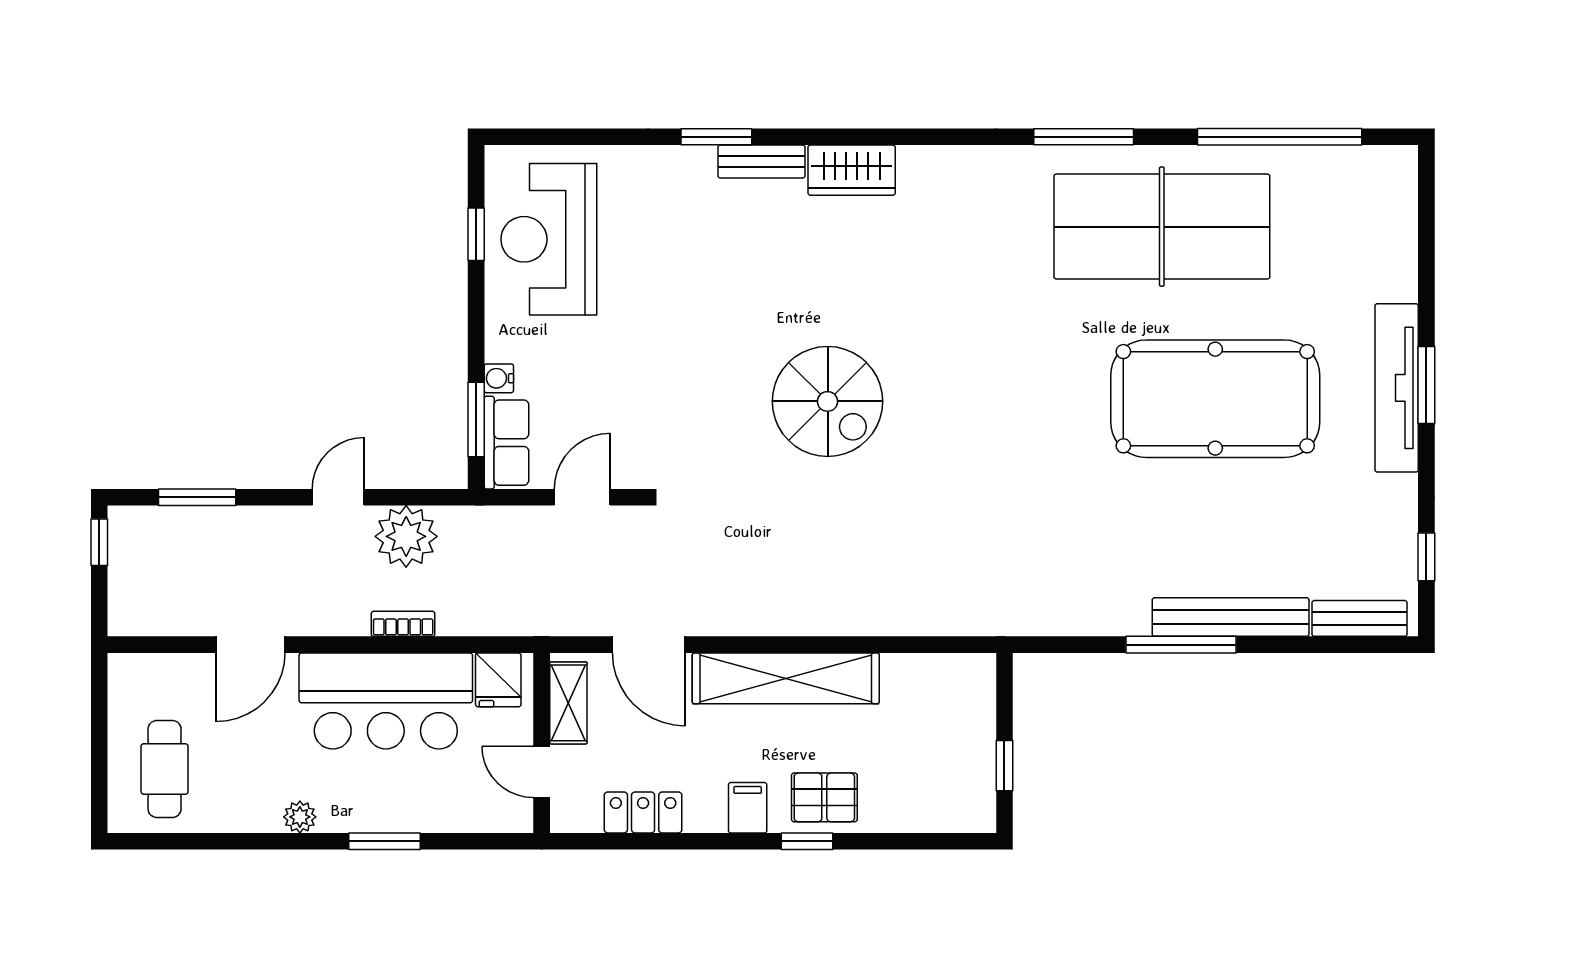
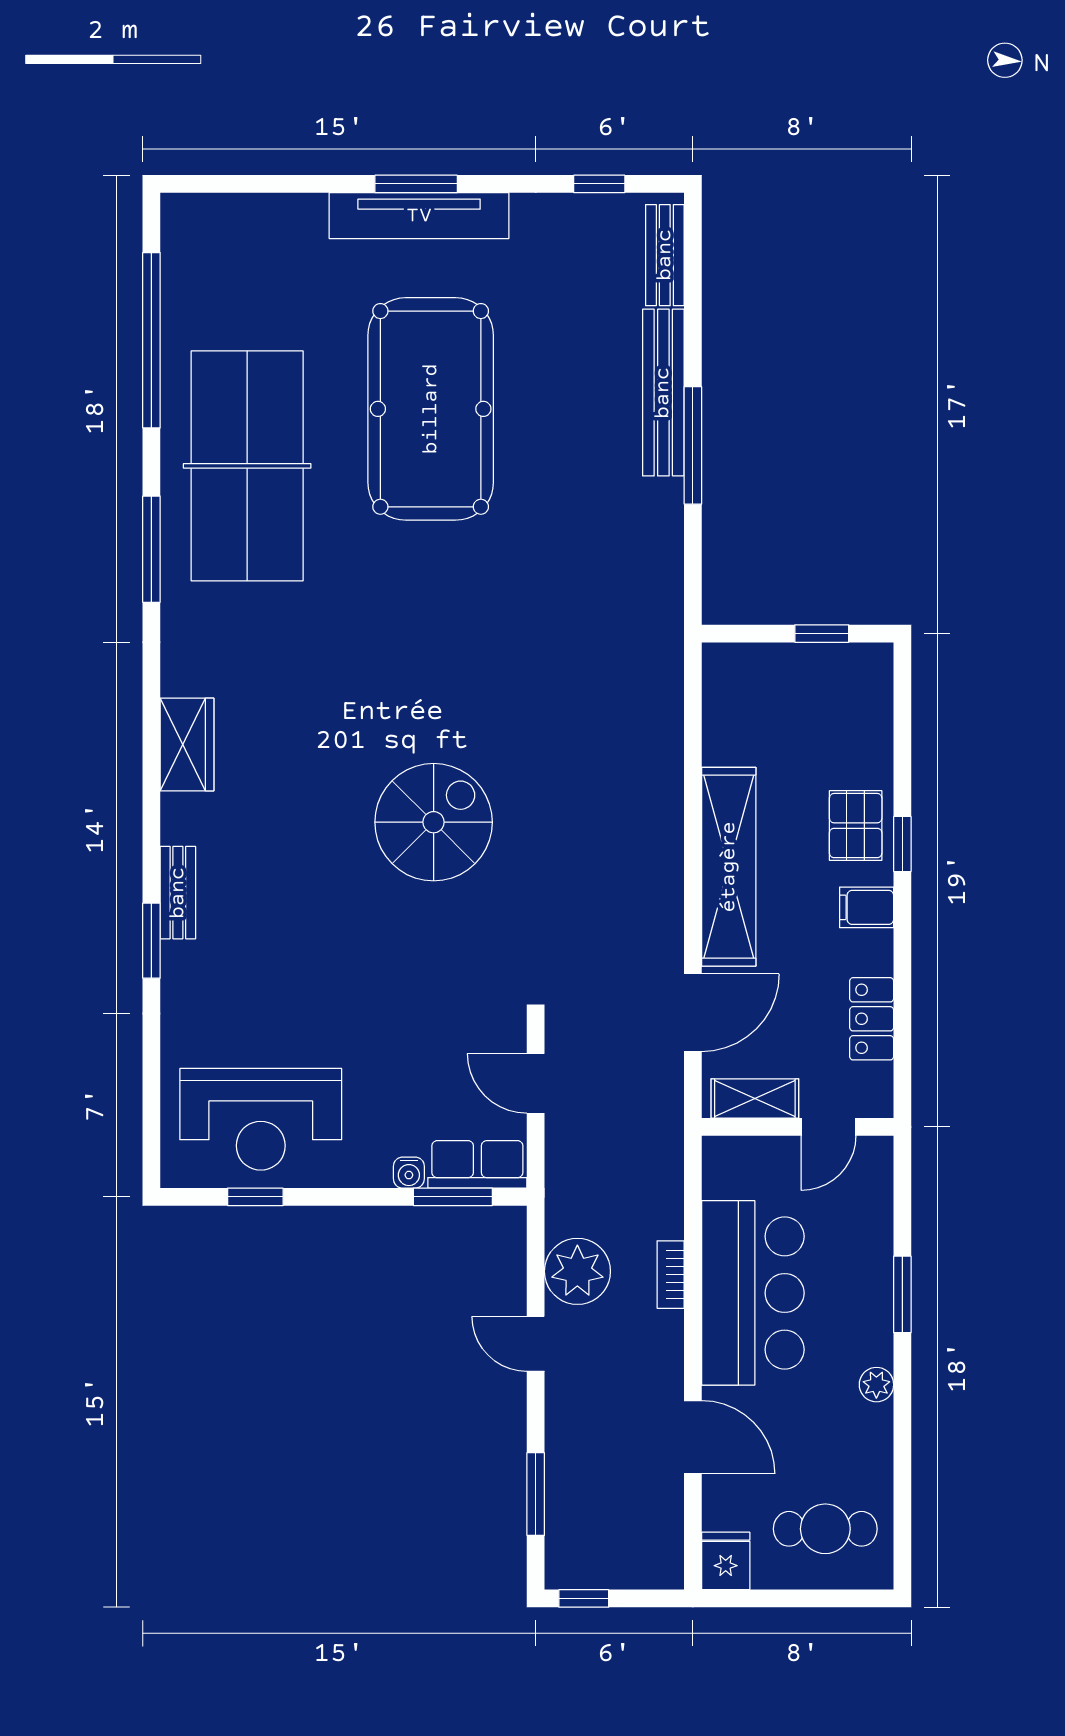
wardrobe: (852, 170) -> (187, 745), moved
fridge: (498, 680) -> (726, 1561), moved, turned -90

